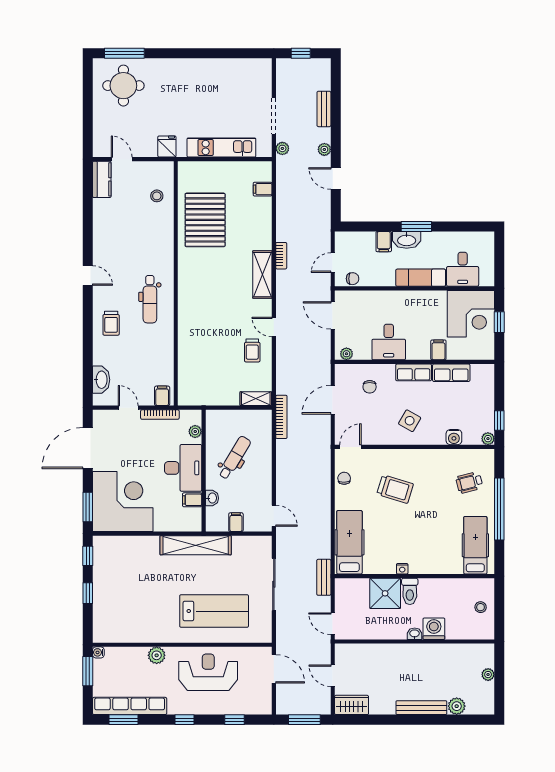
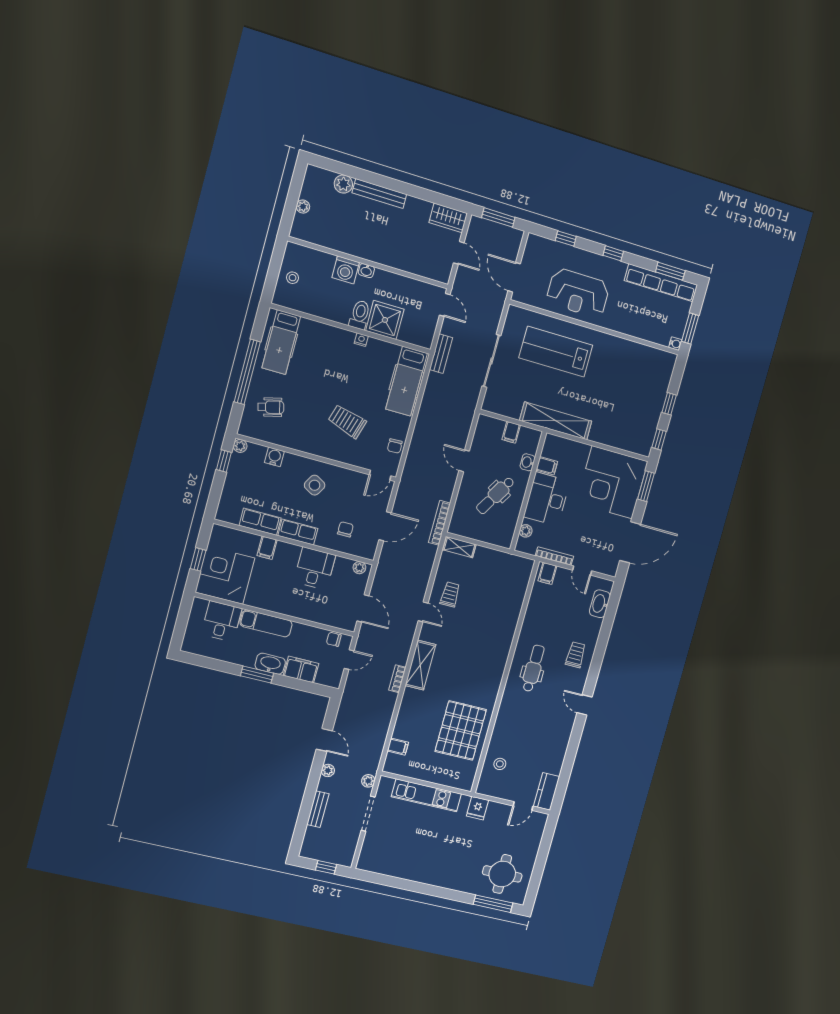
door: (122, 159) -> (523, 806), hinge flipped
filing cabinet: (384, 242) -> (301, 670), width x2.00
door: (274, 516) -> (464, 461), moved
plant: (157, 655) -> (622, 324), removed

